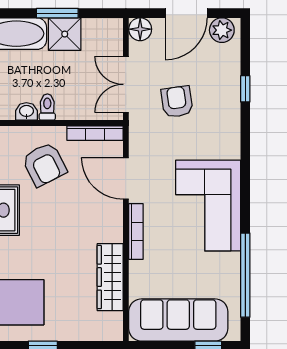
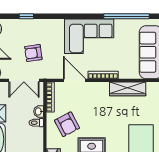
washbasin: (26, 111) -> (39, 111), moved
armchair: (44, 164) -> (67, 124), turned 89
door: (126, 178) -> (75, 80), swing flipped

